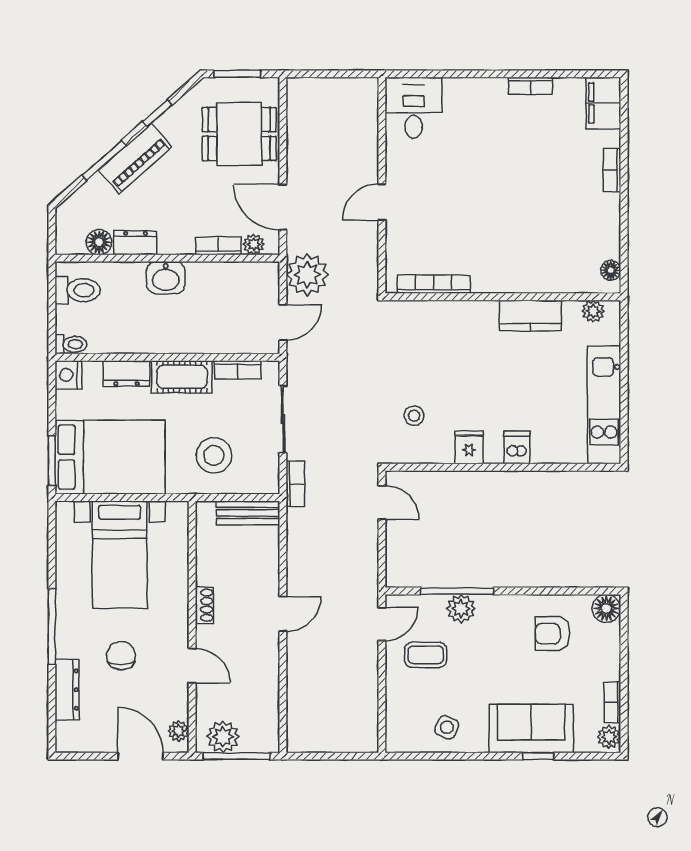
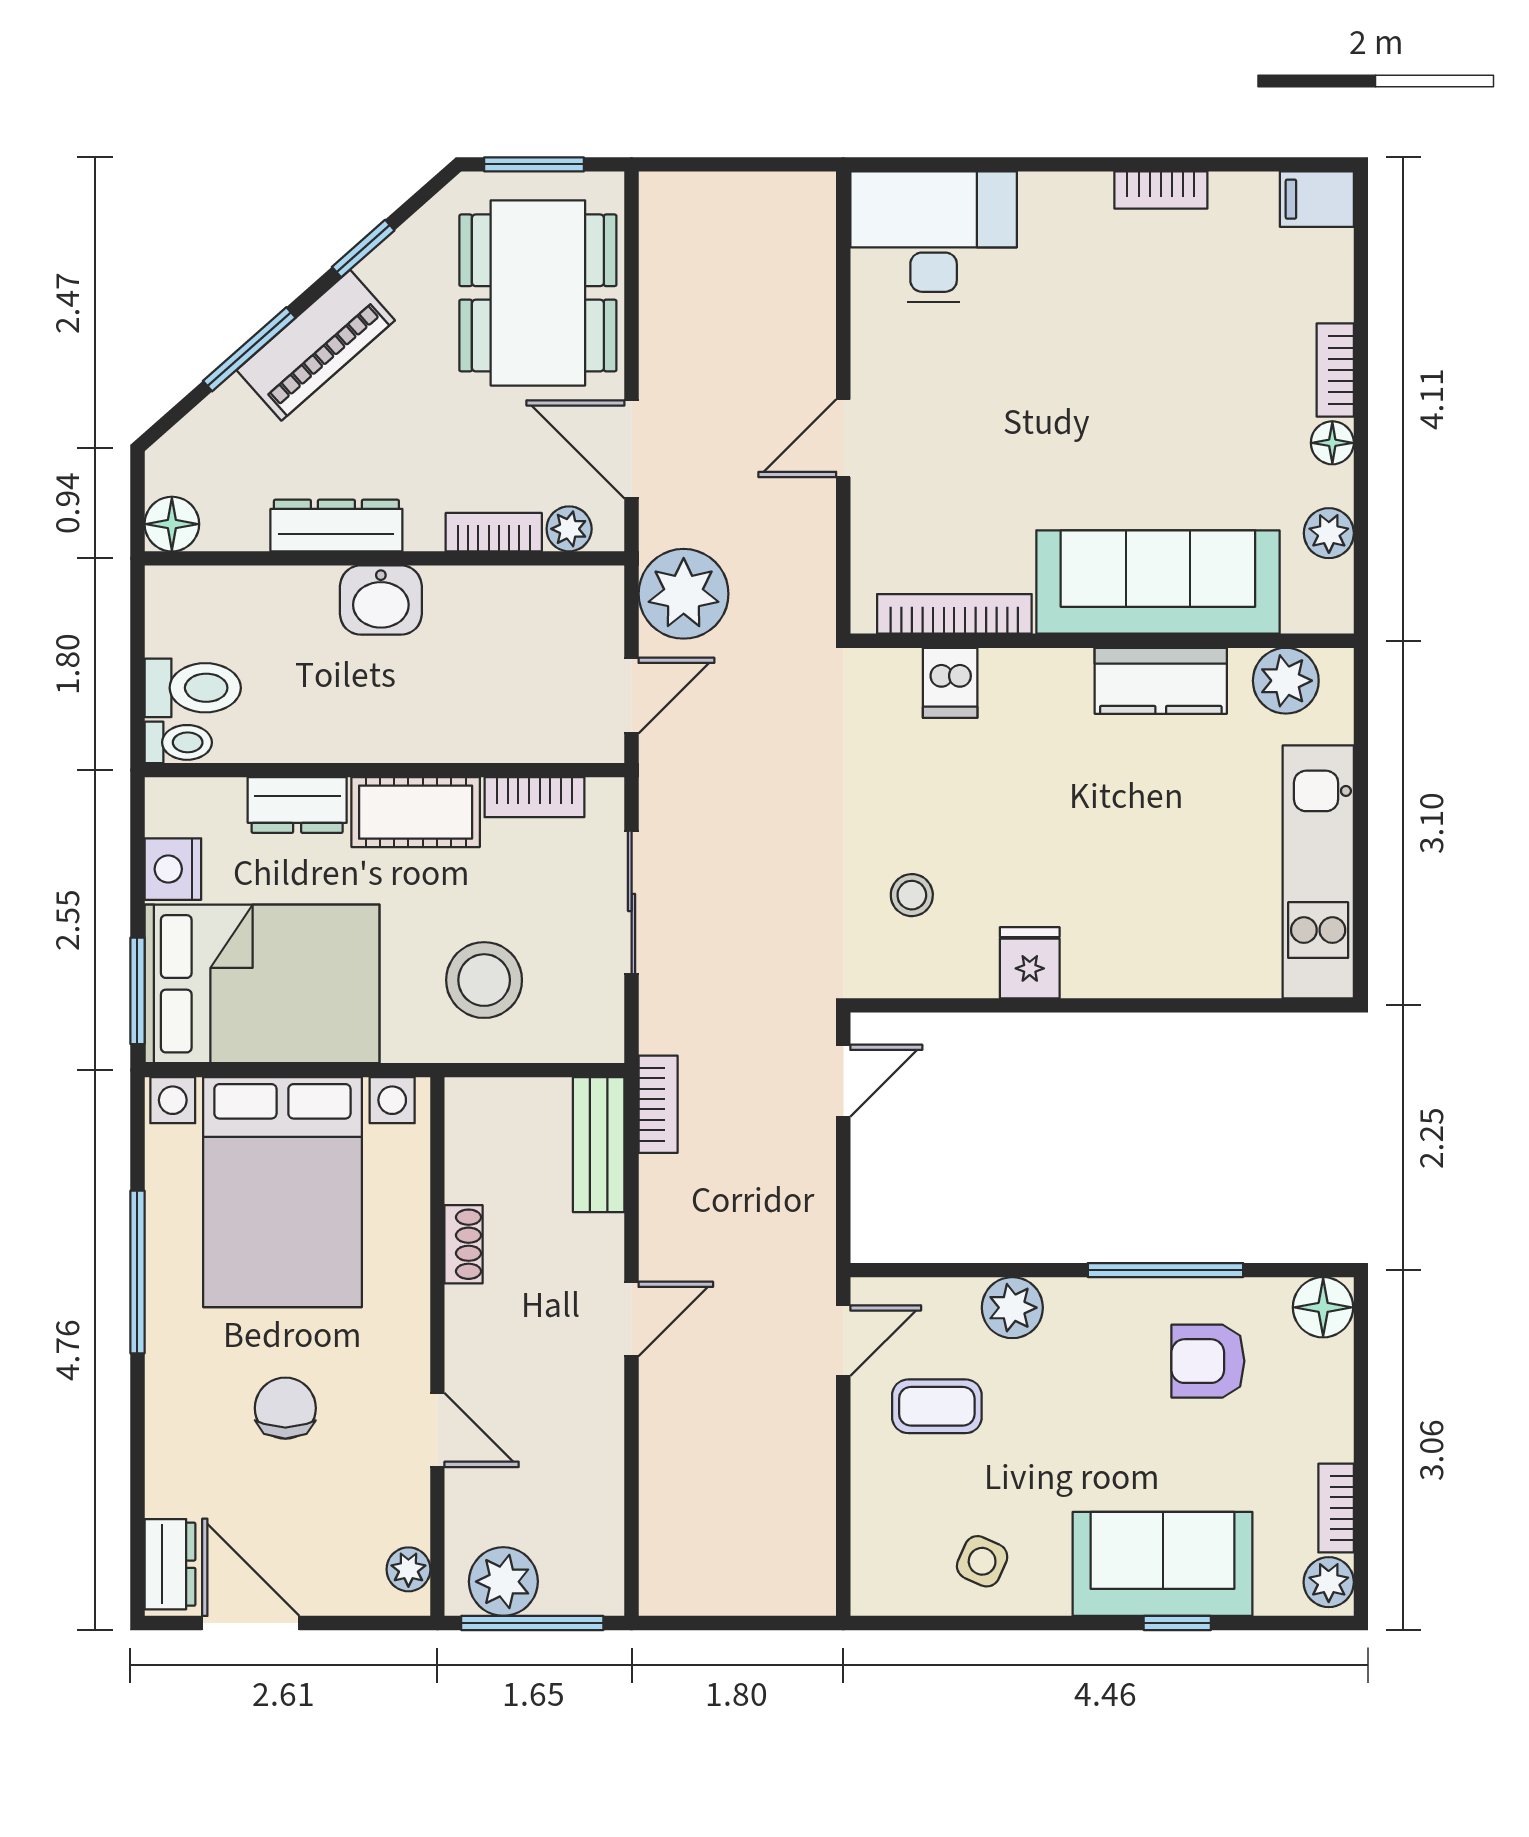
filing cabinet: (603, 103) -> (1317, 199), width x0.50
desk: (414, 108) -> (934, 237), width x1.37
dining table: (239, 134) -> (538, 293), width x1.37
floor lamp: (99, 242) -> (172, 524), moved
dresser: (135, 243) -> (336, 526), width x1.44
plant: (609, 246) -> (1329, 533), added
sofa: (529, 269) -> (1158, 582), added
floor lamp: (611, 270) -> (1332, 443), moved
toilet: (78, 290) -> (193, 688), moved
plant: (593, 311) -> (1286, 681), width x1.38, depth x1.38
nightstand: (68, 375) -> (173, 869), moved
dishwasher: (517, 448) -> (950, 683), moved, turned 180
bookcase: (295, 484) -> (658, 1104), moved
door: (382, 502) -> (843, 1081), hinge flipped
bench: (248, 513) -> (599, 1145), moved, turned 90
bed with nightstands: (120, 555) -> (282, 1192), width x1.36
window: (457, 591) -> (1165, 1270), moved
shoe rack: (204, 605) -> (464, 1244), moved
window: (52, 627) -> (137, 1272), moved
dresser: (67, 690) -> (170, 1564), moved, width x0.70
door: (141, 756) -> (251, 1623), moved

